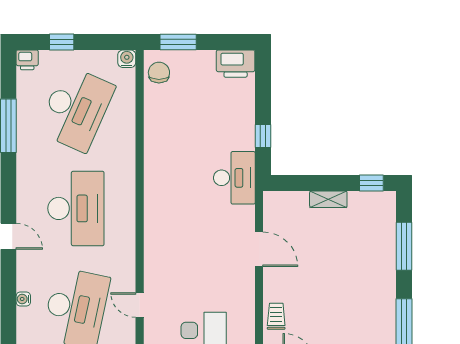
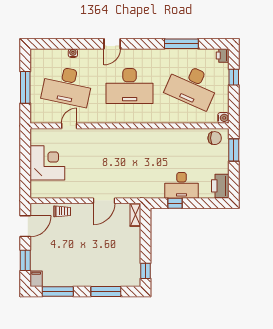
desk: (234, 178) -> (182, 185), moved
shelving: (328, 199) -> (135, 215), moved

